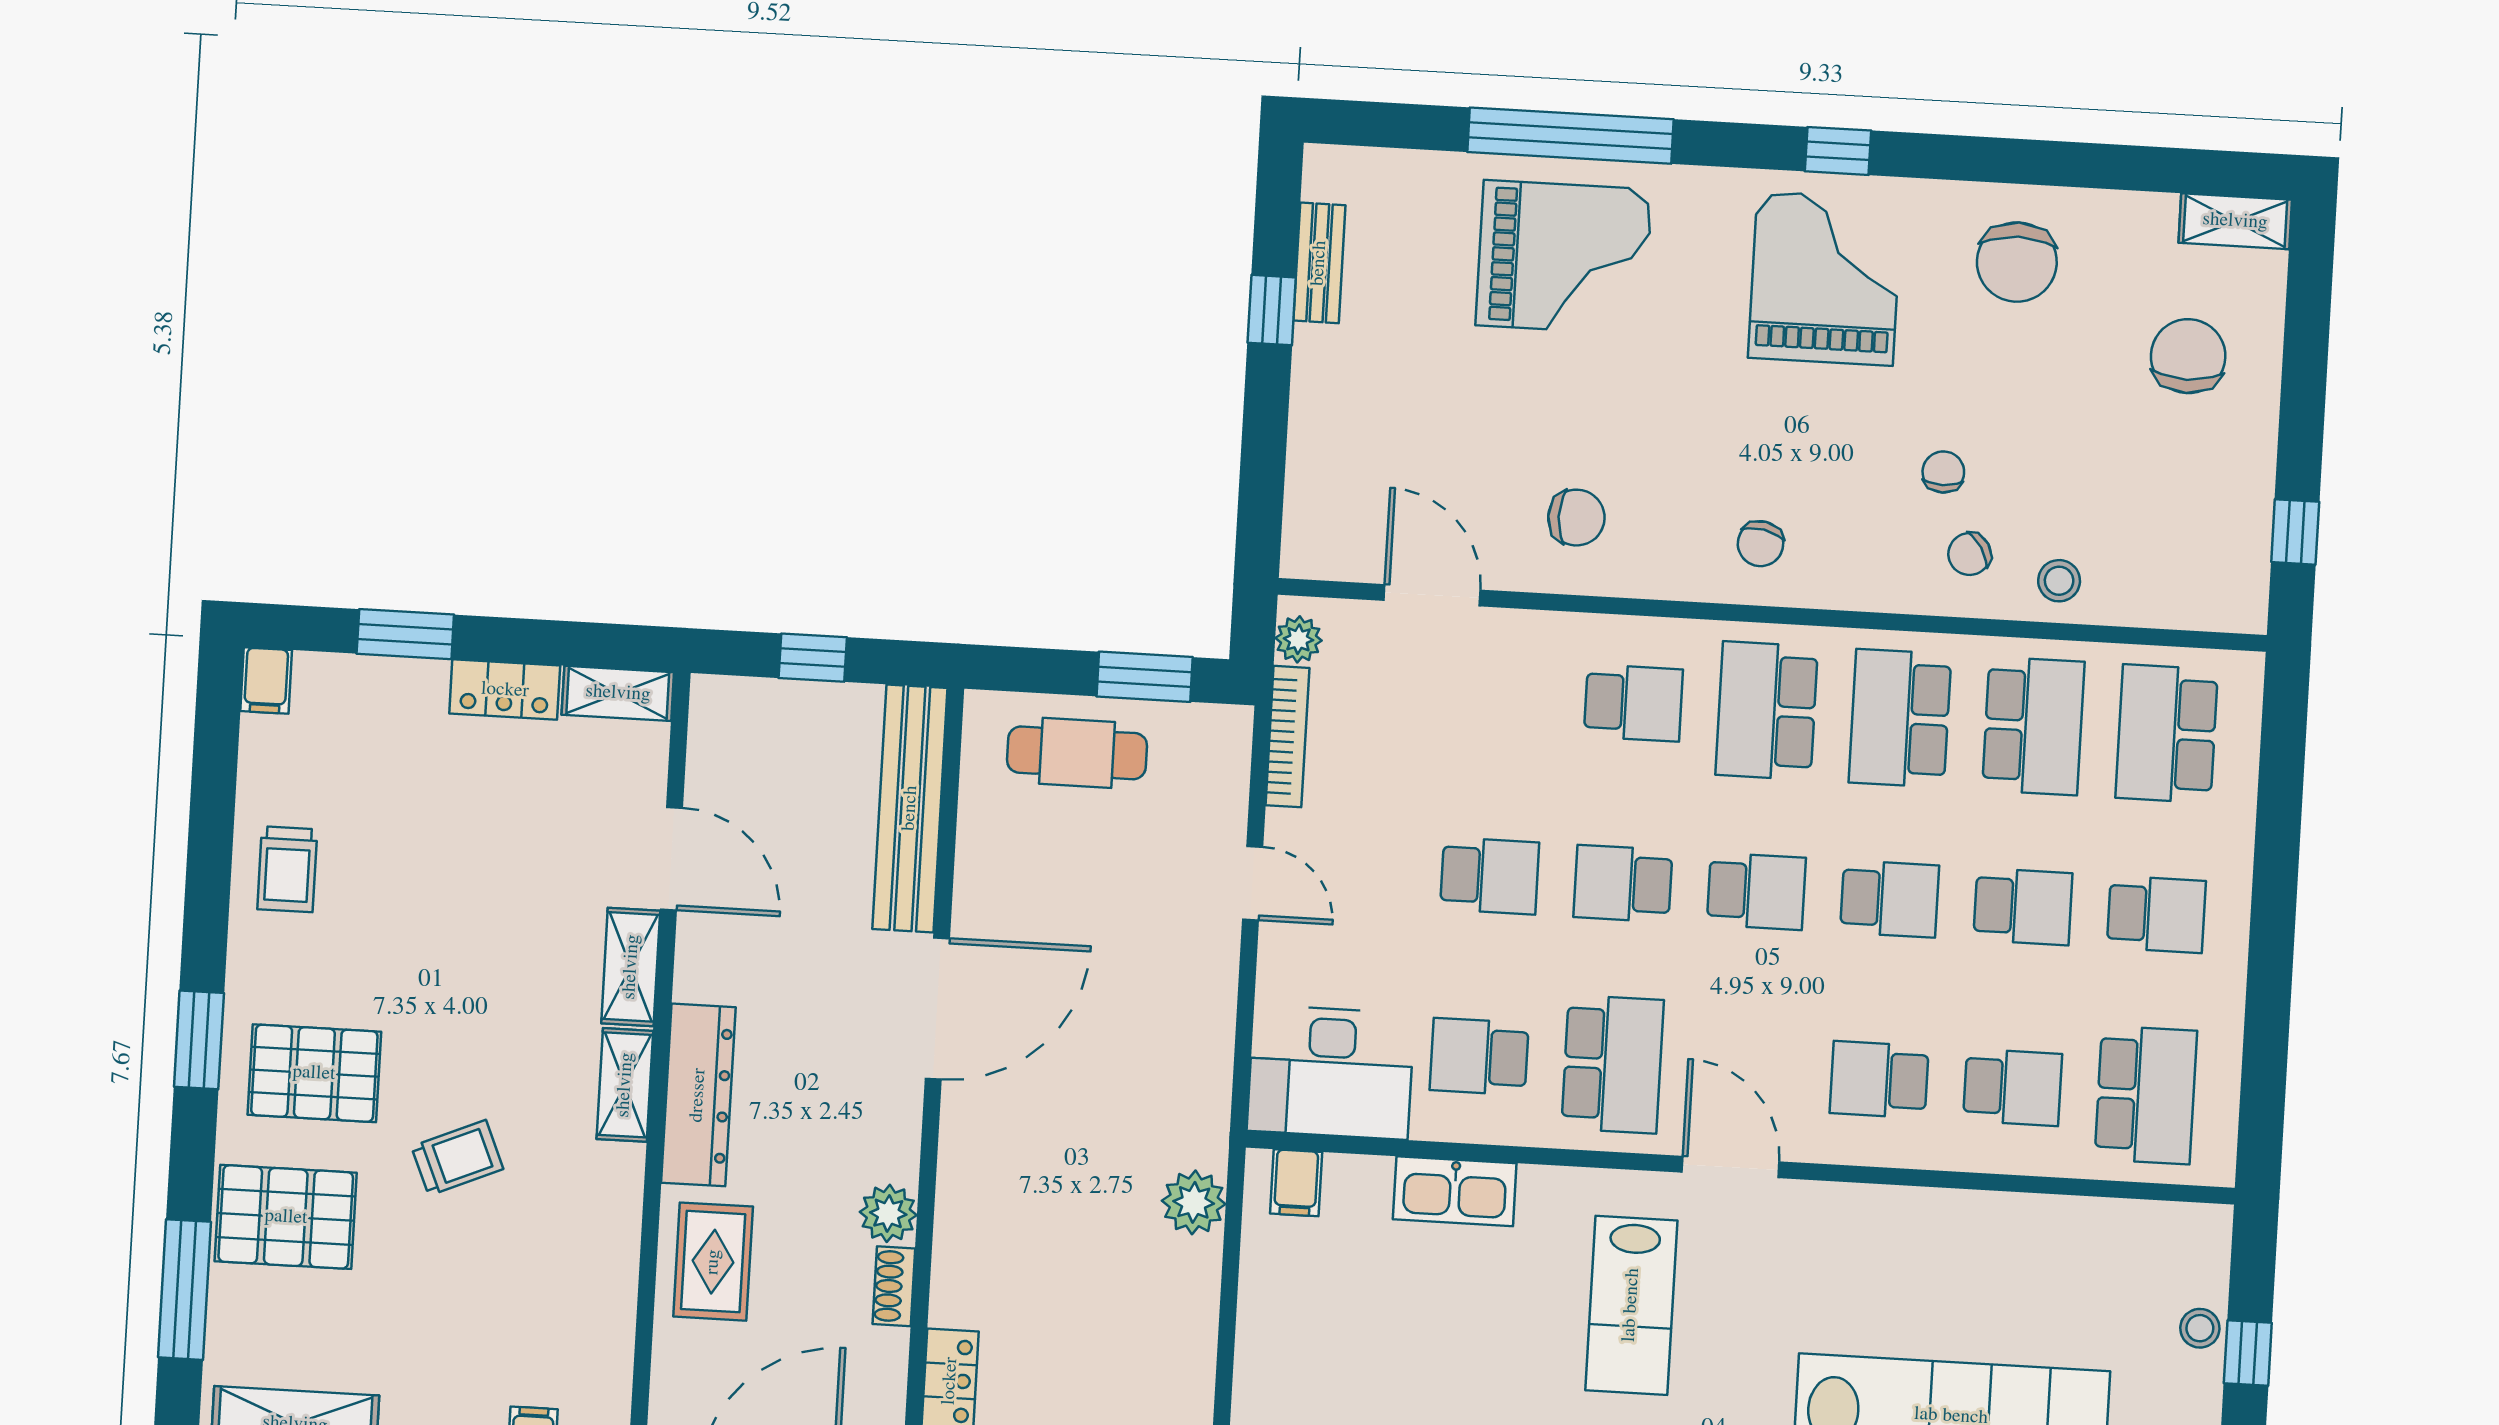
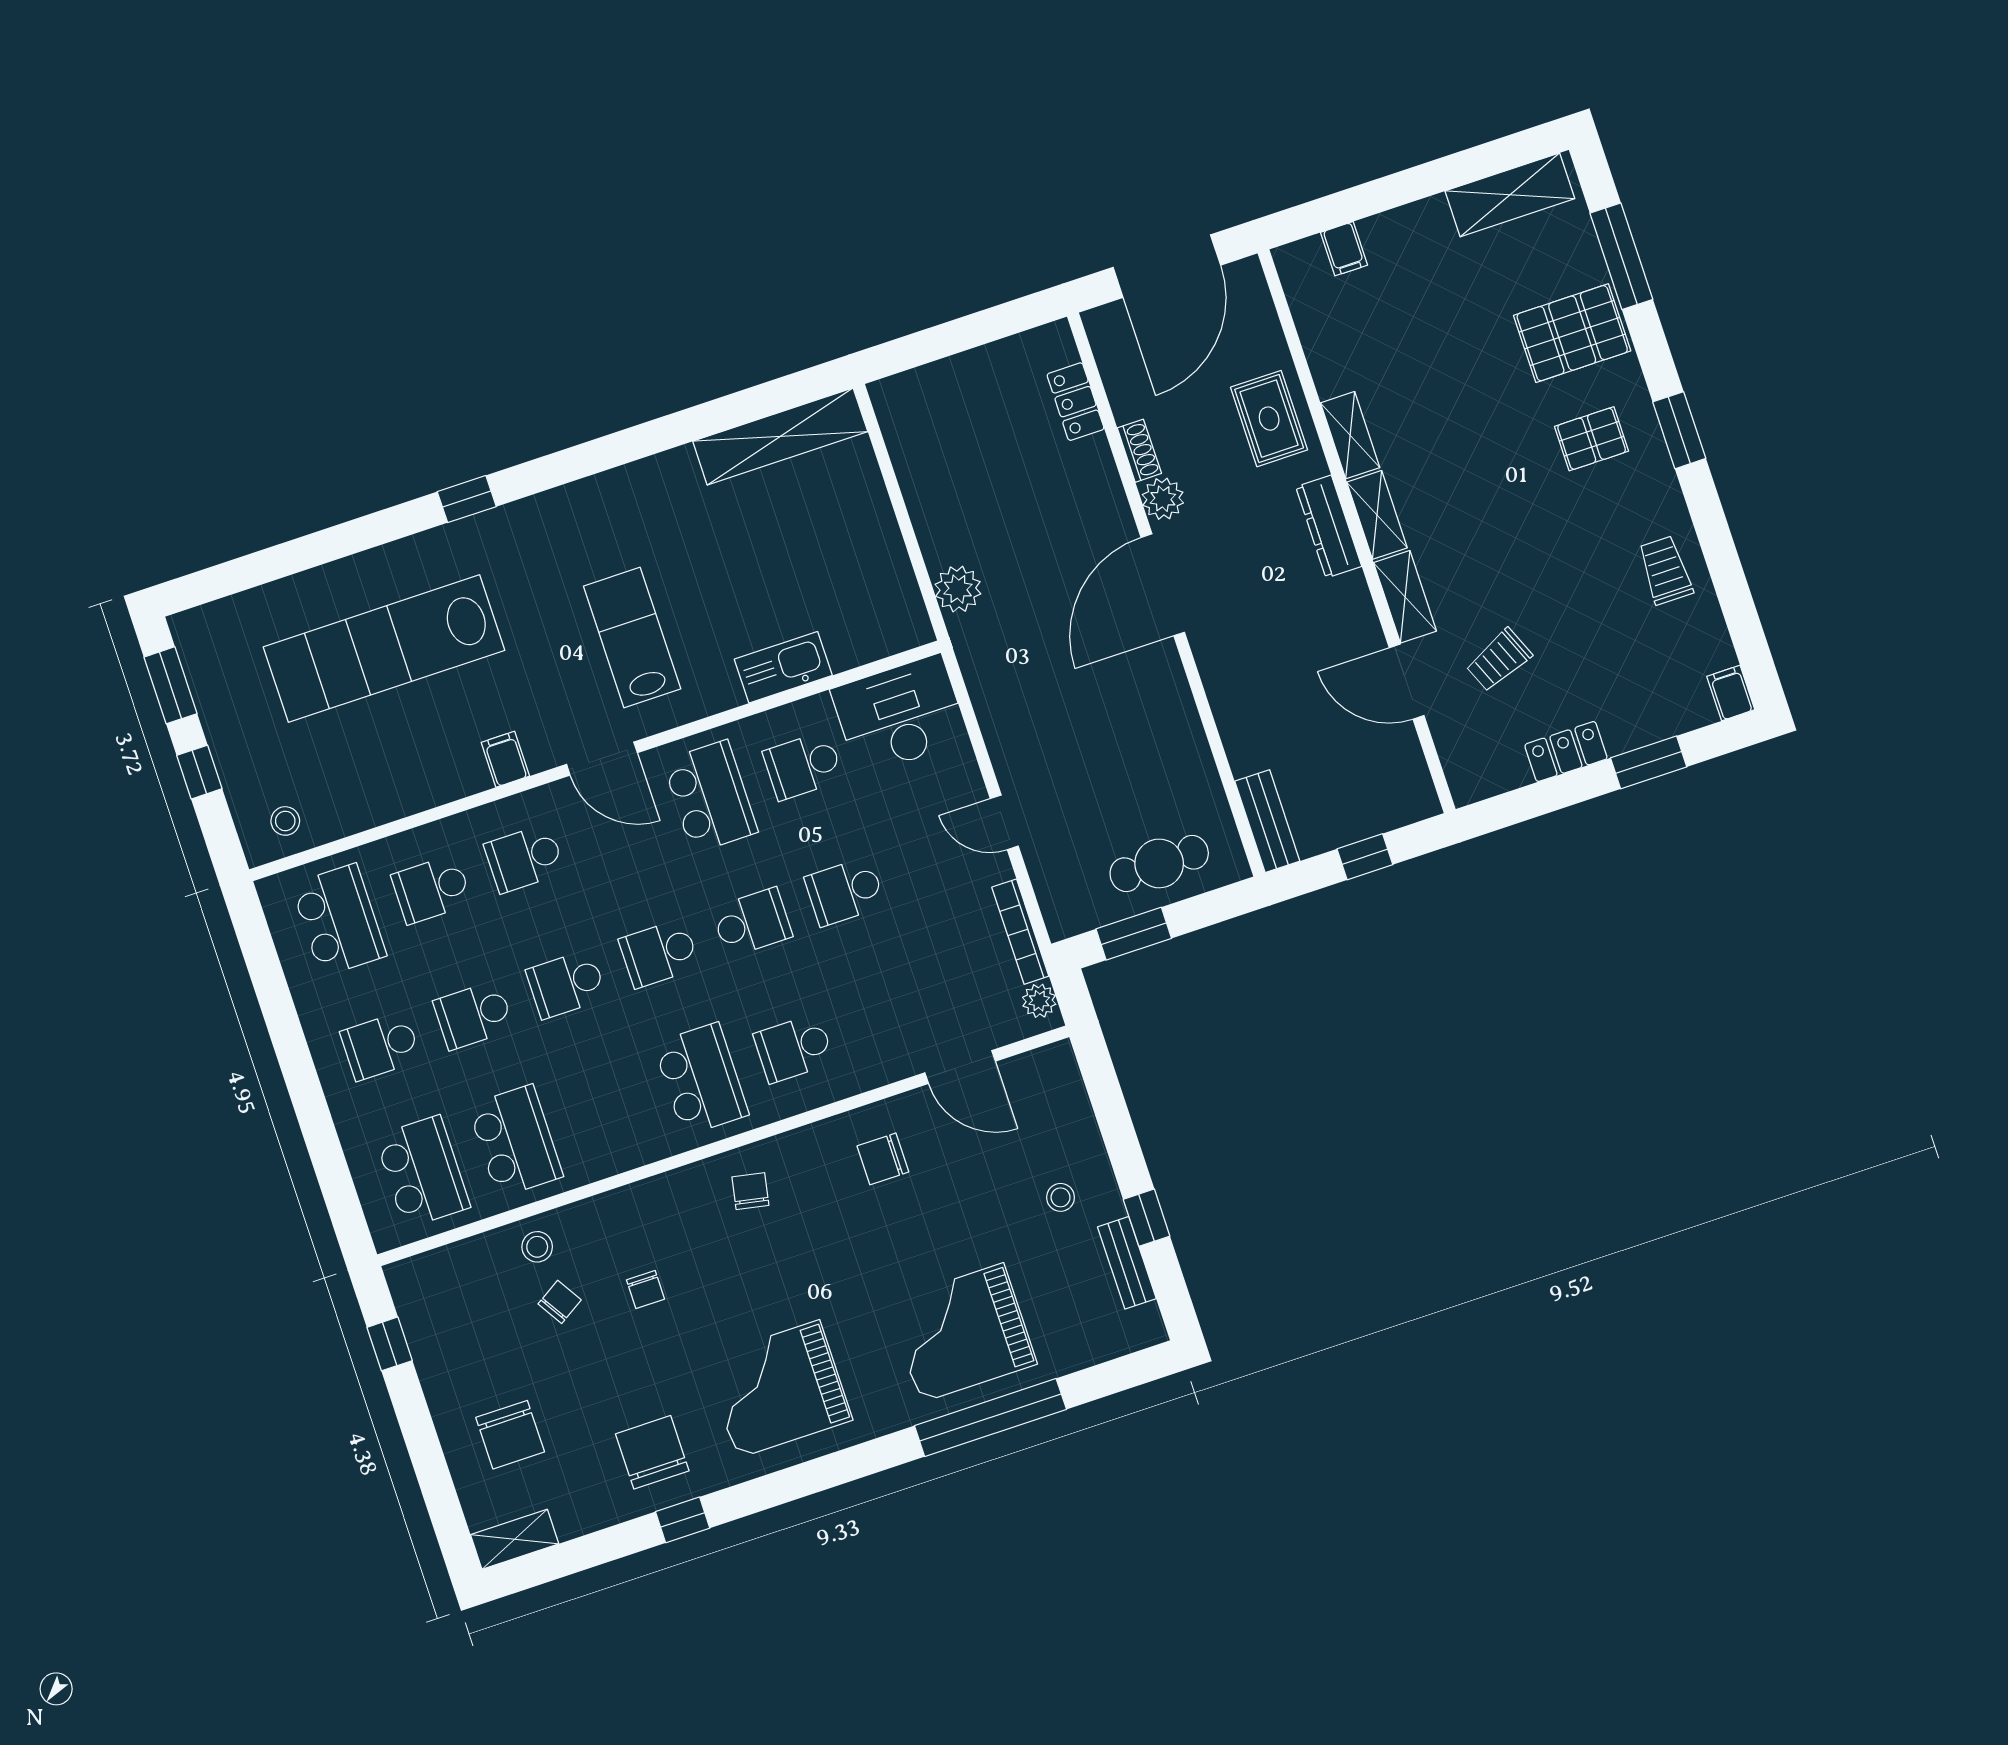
window: (1838, 151) -> (683, 1520), moved
grand piano: (1825, 279) -> (778, 1389), turned 90
stool: (1371, 379) -> (1061, 1197), added
chair: (1970, 554) -> (560, 1302), moved
shelving: (618, 693) -> (1350, 435), moved, turned 90
school desk: (1900, 718) -> (608, 1110), removed
school desk: (2033, 726) -> (515, 1141), turned 180
bench: (910, 808) -> (1267, 821), width x0.54, depth x0.82
door: (937, 1008) -> (1163, 585), moved
school desk: (1479, 1057) -> (803, 766), turned 180
school desk: (1613, 1064) -> (710, 797), turned 180
pallet: (314, 1073) -> (1592, 439), width x0.67, depth x0.71
school desk: (1879, 1080) -> (524, 858), turned 180
dresser: (698, 1095) -> (1329, 527), width x0.73, depth x0.80
school desk: (2146, 1095) -> (339, 920), turned 180
trolley: (457, 1158) -> (1499, 660), moved
filing cabinet: (1296, 1183) -> (505, 759), moved
stool: (2200, 1328) -> (285, 821), moved

